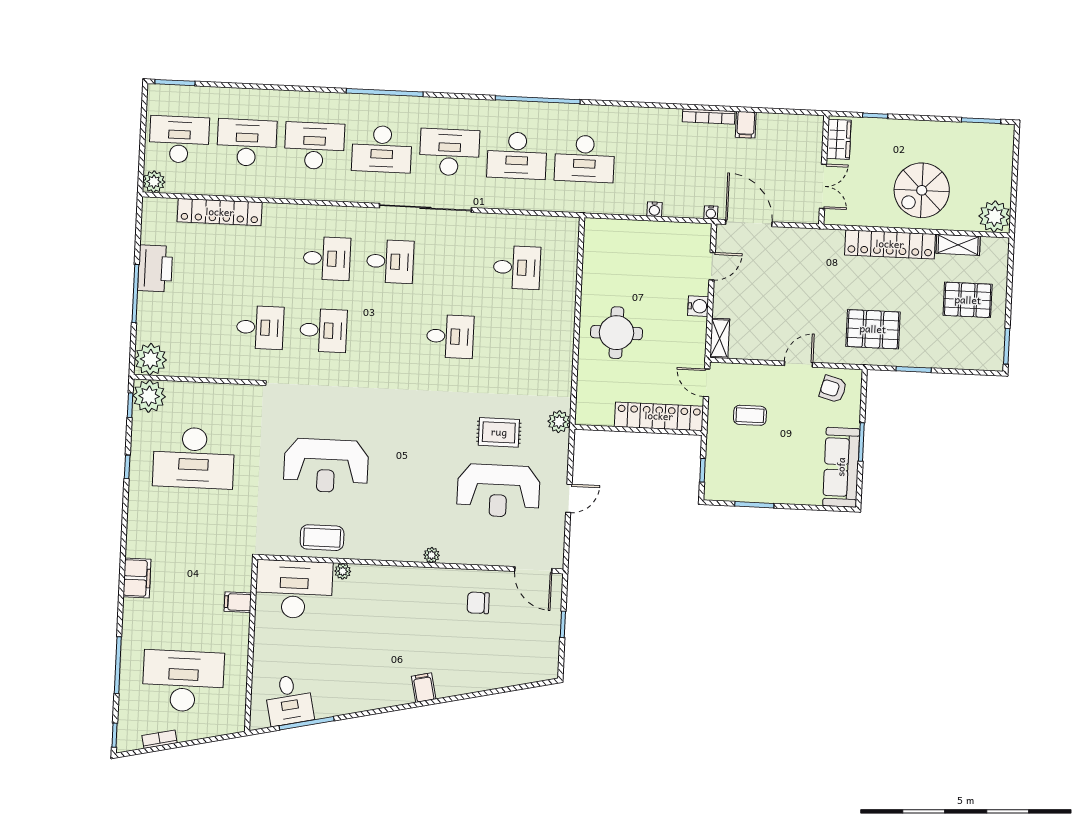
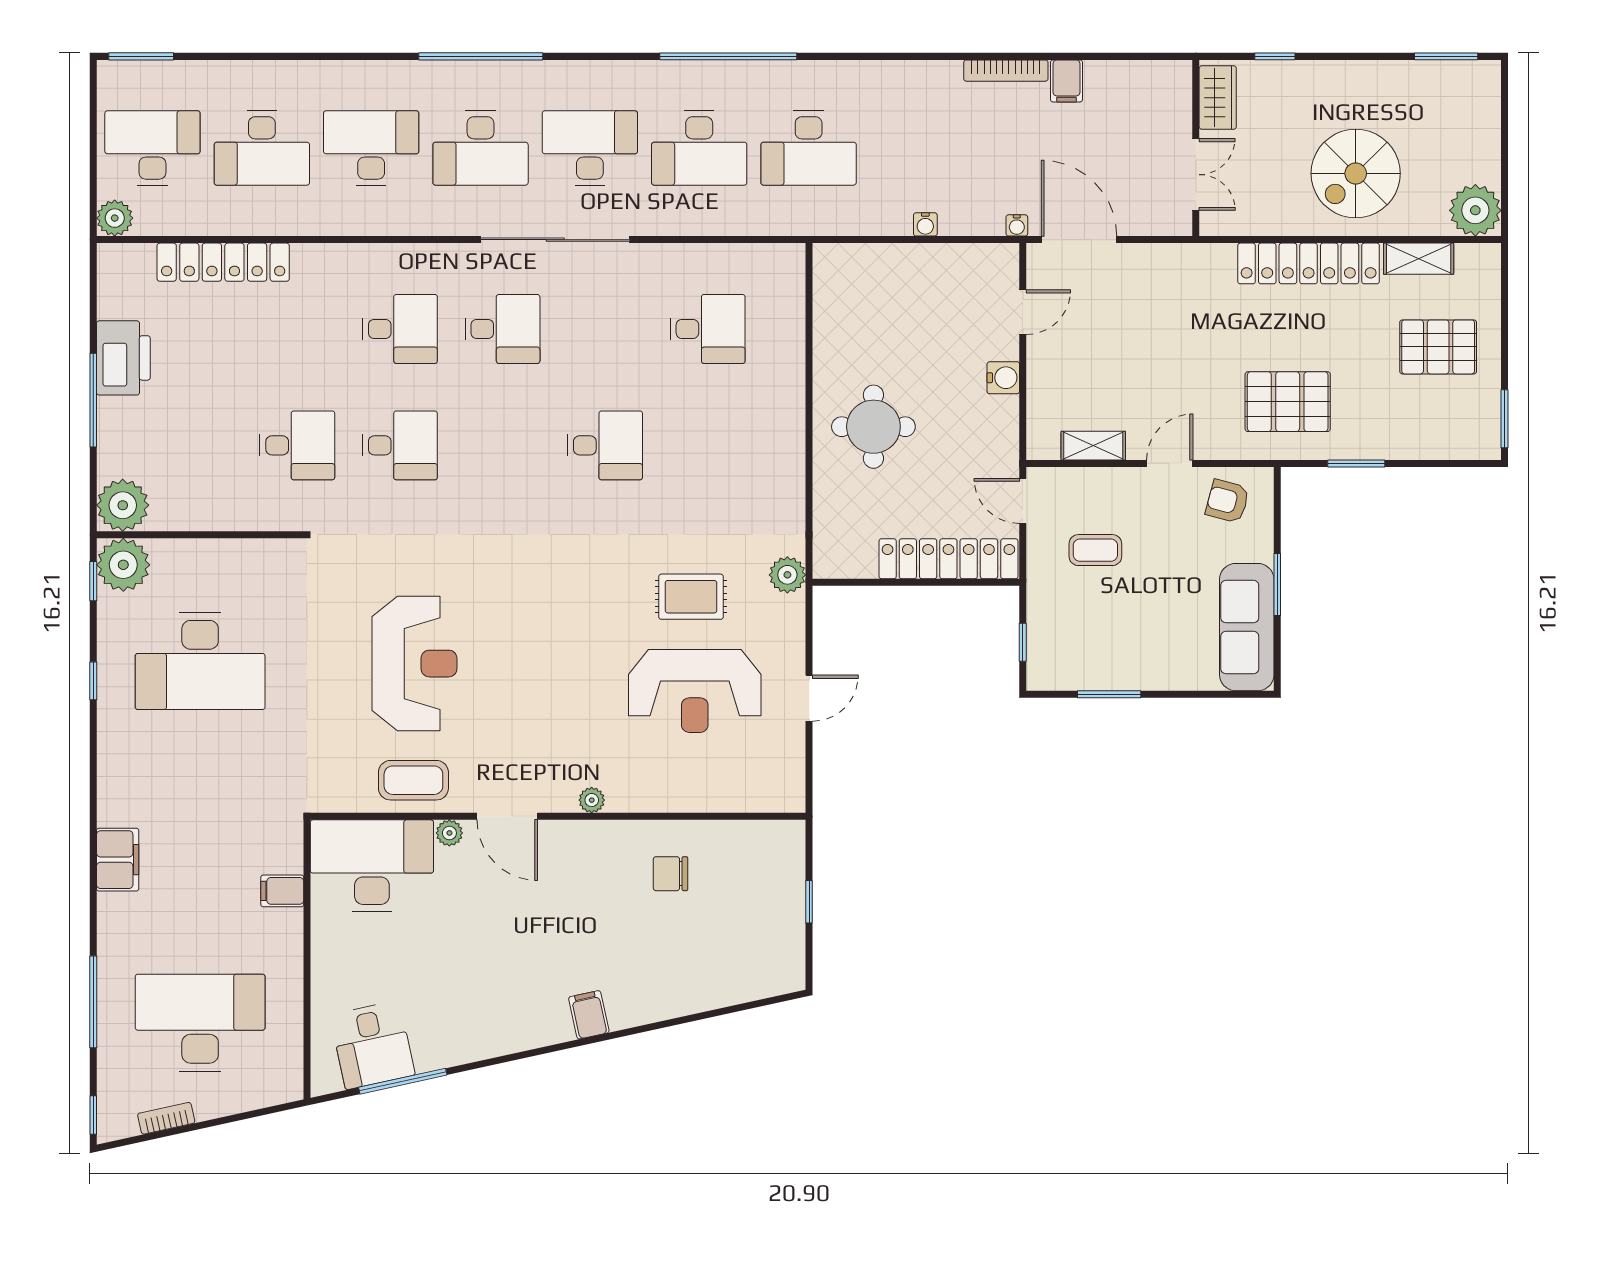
desk: (247, 143) -> (262, 148), turned 180
shelving: (720, 338) -> (1093, 446), moved, turned 90
reception desk: (326, 466) -> (414, 664), turned -90
door: (533, 570) -> (507, 816), moved

